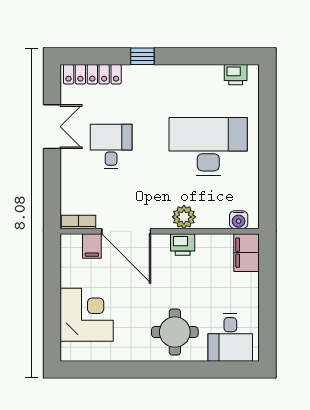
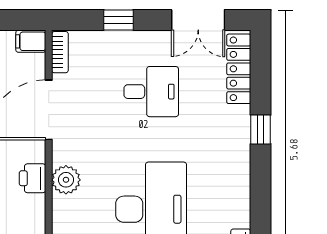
double door: (52, 127) -> (198, 20), moved
window: (52, 174) -> (119, 20), added
filing cabinet: (92, 246) -> (31, 41), moved

